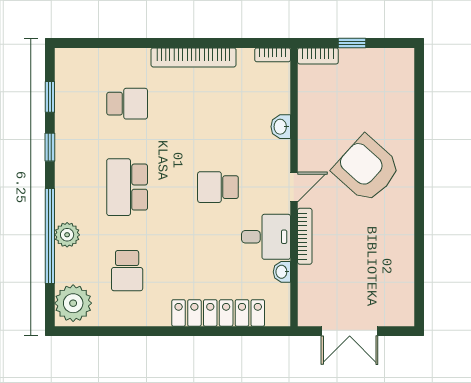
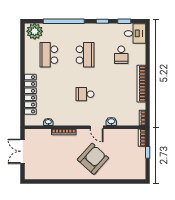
school desk: (127, 187) -> (85, 55), turned 90
school desk: (218, 187) -> (85, 94), turned -90
door: (294, 187) -> (97, 127), moved
plant: (67, 235) -> (64, 29), removed
desk: (266, 237) -> (135, 33), moved, turned -90
school desk: (127, 271) -> (49, 55), width x1.85

